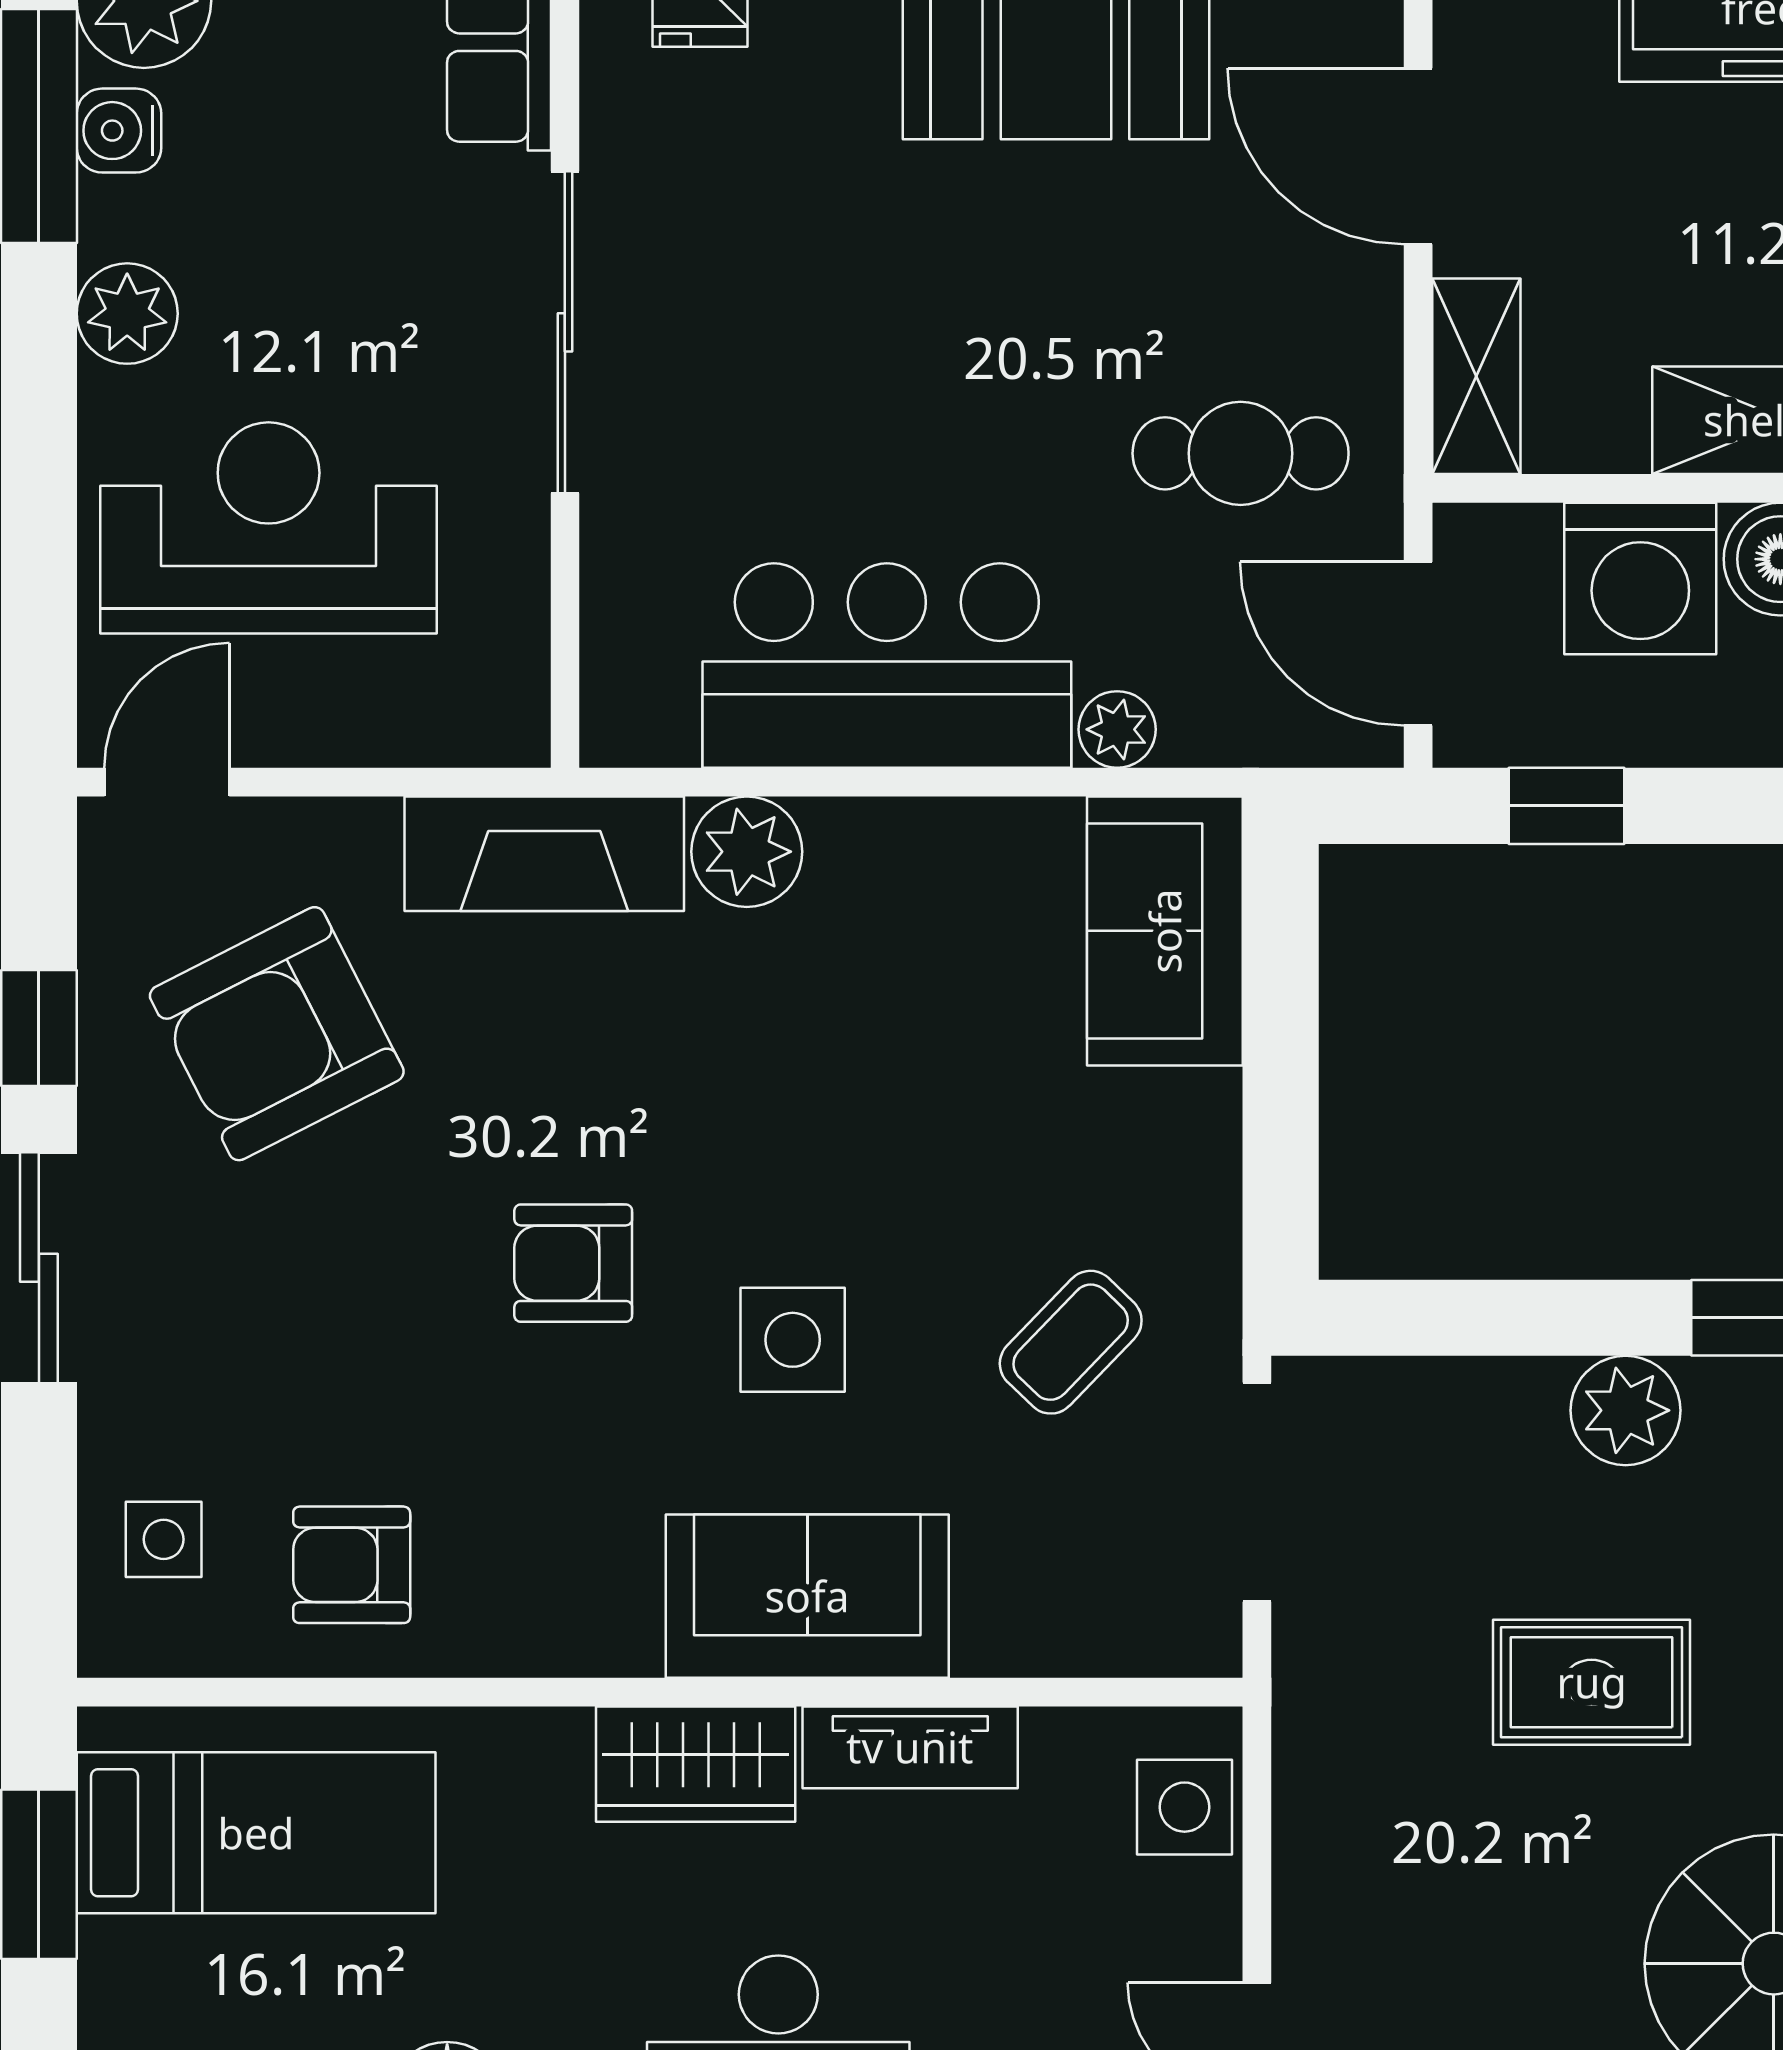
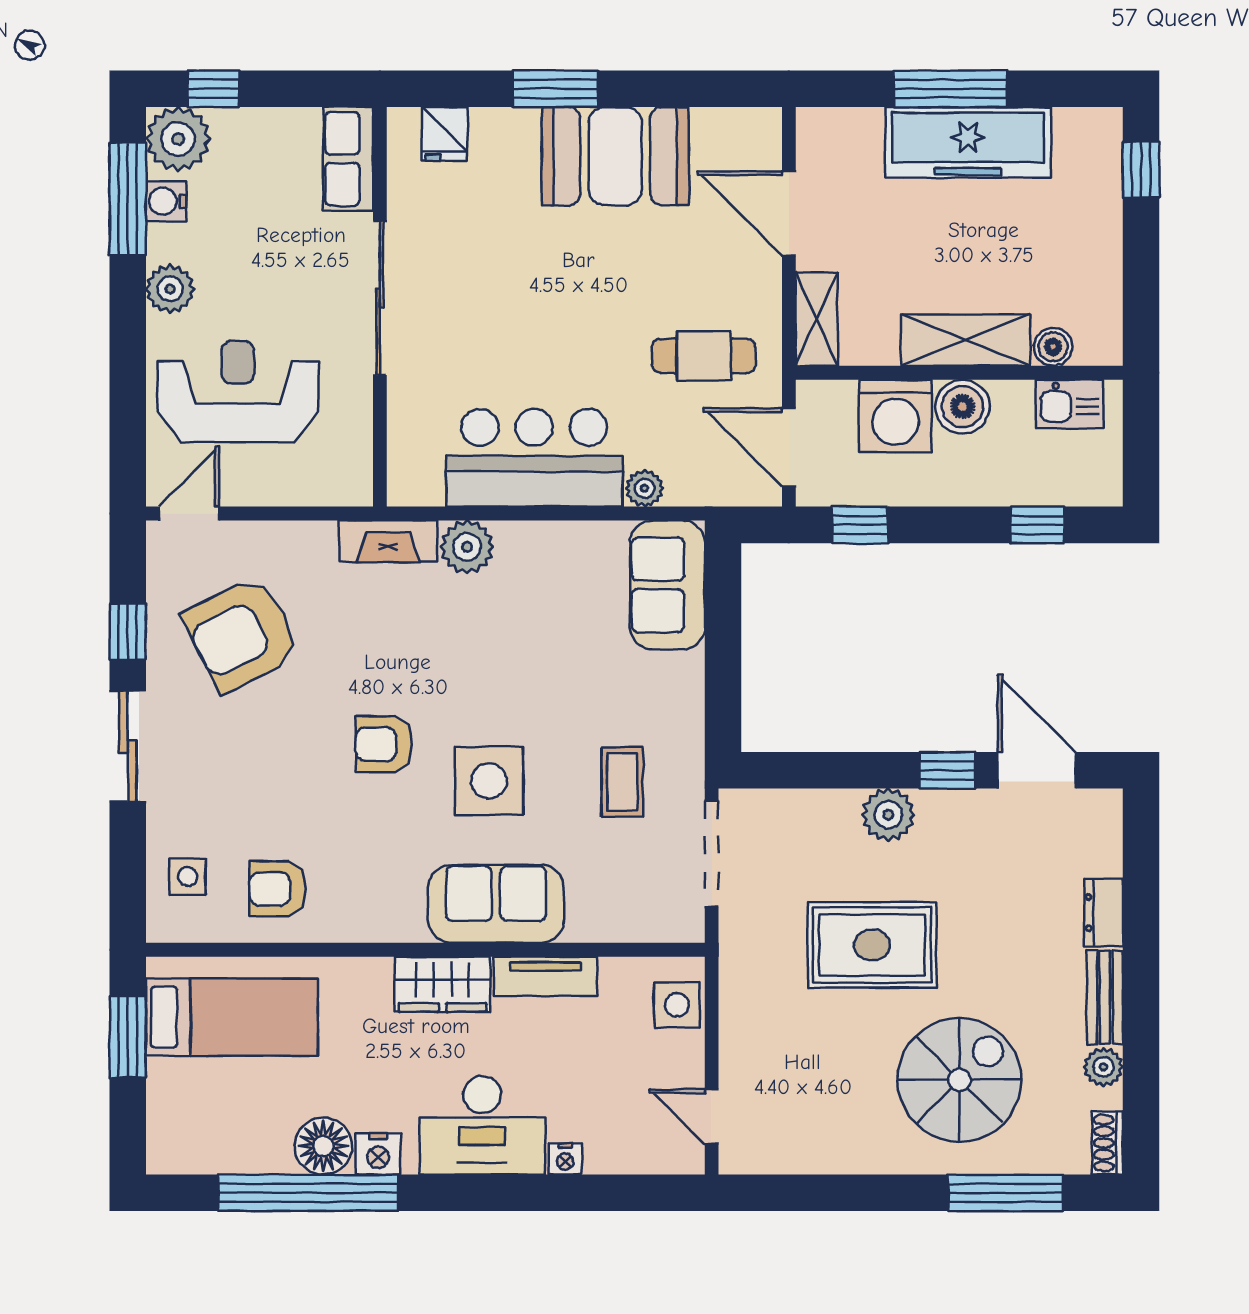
fireplace: (544, 854) -> (388, 541), width x0.73, depth x0.76
side table: (793, 1340) -> (489, 781), width x1.37, depth x1.37
coffee table: (1071, 1342) -> (622, 782), turned -44
rug: (1592, 1682) -> (872, 945), width x1.36, depth x1.43

